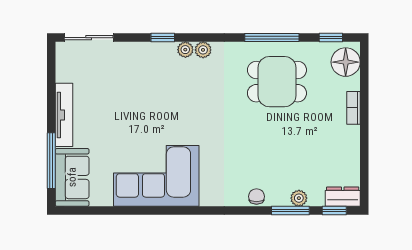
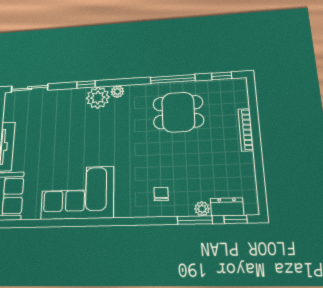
plant: (185, 50) -> (98, 98), width x1.88, depth x1.88
floor lamp: (346, 62) -> (236, 94), removed
bookcase: (353, 108) -> (246, 130), width x1.56
chair: (257, 197) -> (161, 194), moved
dresser: (343, 197) -> (227, 207), moved

